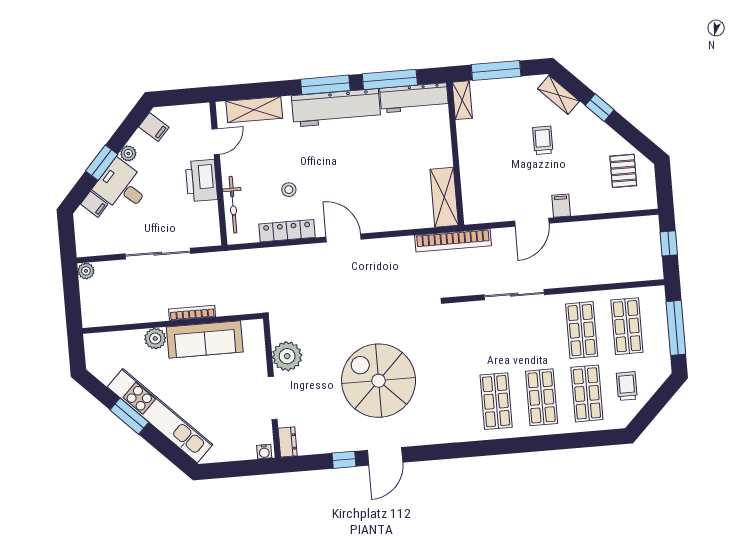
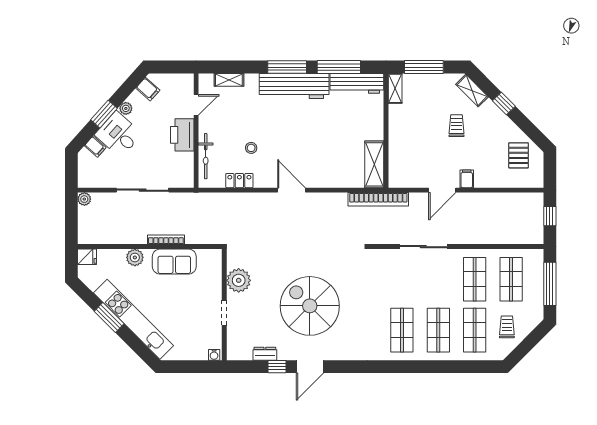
shelving: (254, 110) -> (229, 80), width x0.67, depth x0.75
locker: (287, 231) -> (239, 181), width x0.66
sofa: (205, 339) -> (174, 262), width x0.73
fridge: (95, 343) -> (87, 257), added
doorway: (273, 398) -> (224, 313), width x0.73
dresser: (288, 442) -> (265, 354), moved, turned -90

